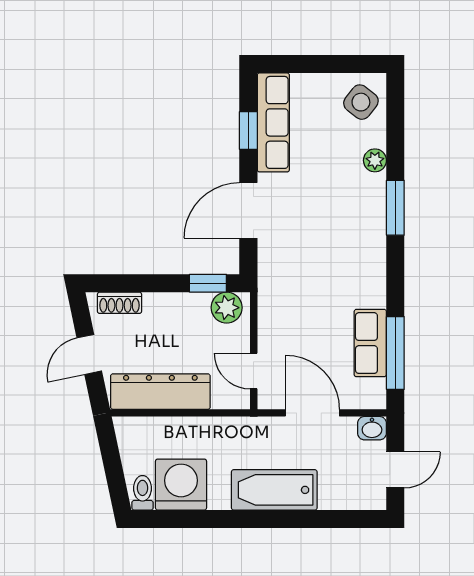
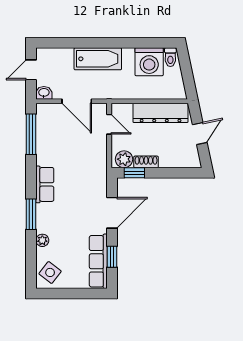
shoe rack: (120, 303) -> (146, 162), moved
row of seats: (370, 343) -> (45, 184), moved

